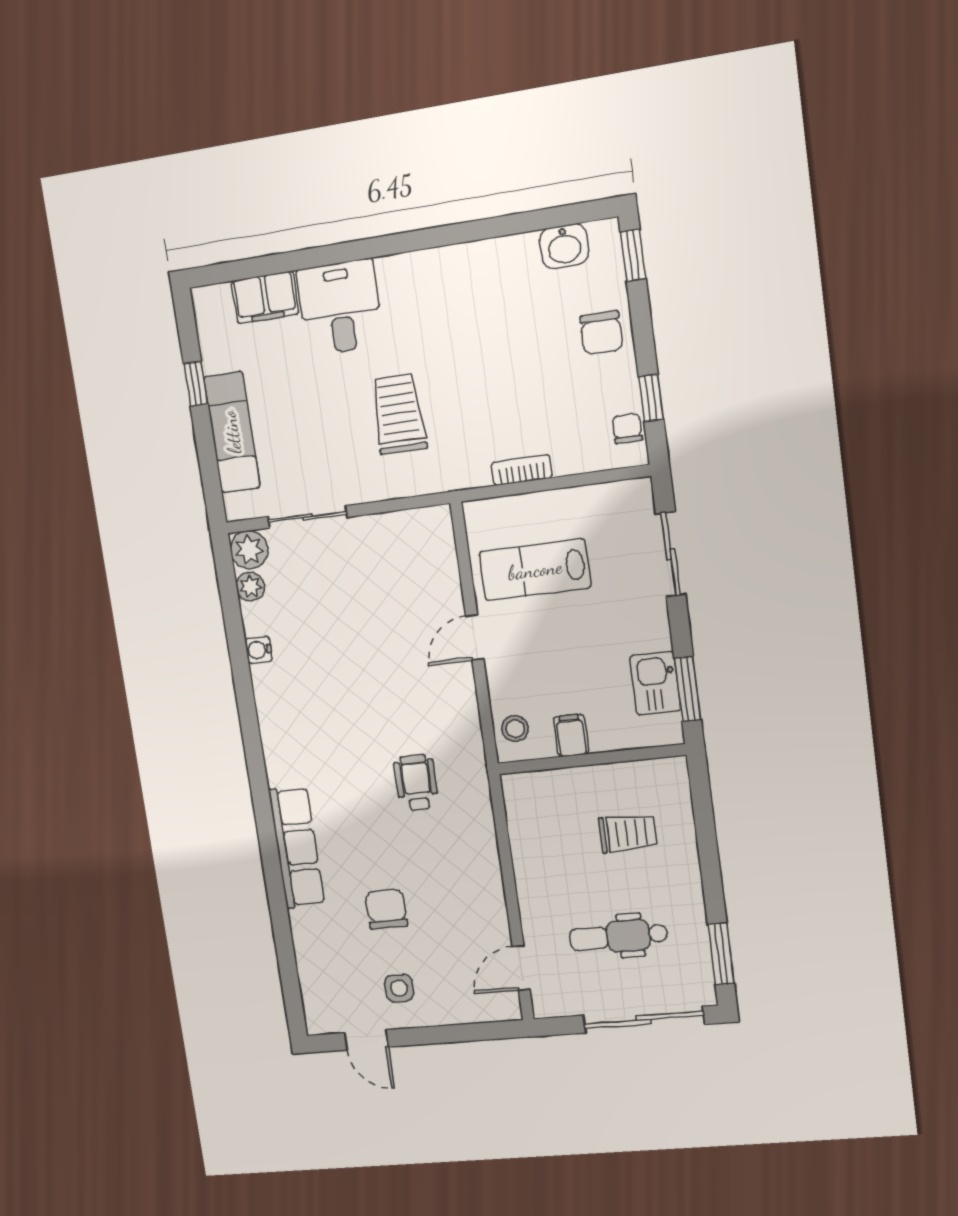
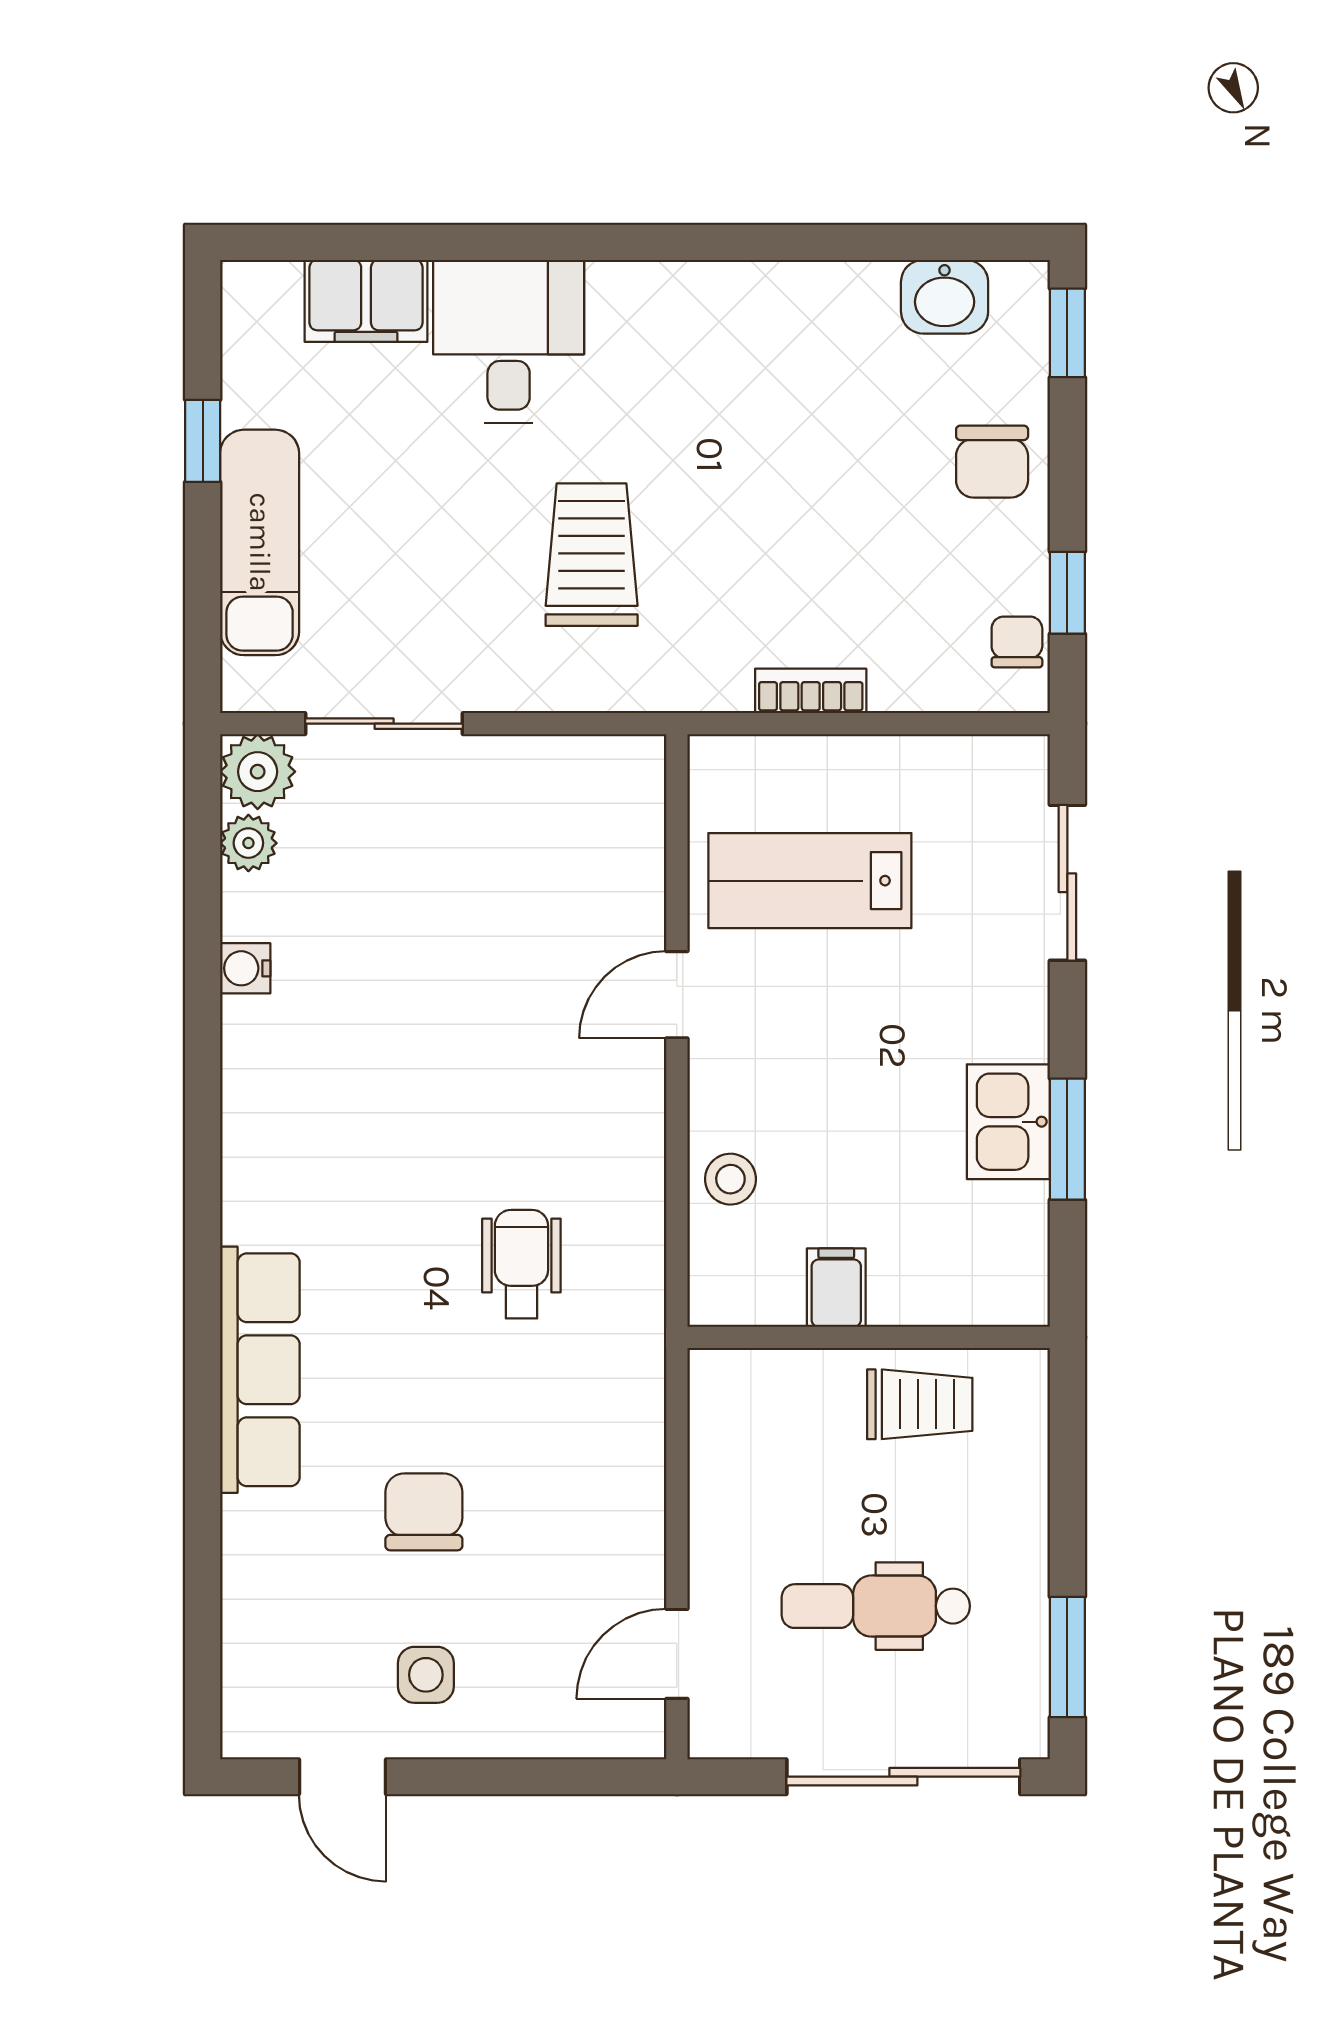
filing cabinet: (571, 736) -> (836, 1288), moved
wall: (591, 759) -> (869, 1337), moved

